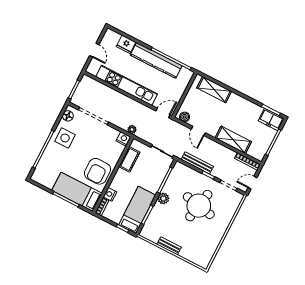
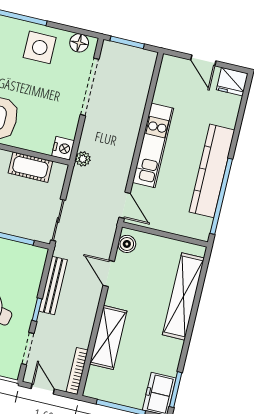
fridge: (126, 44) -> (232, 82), moved, turned -90
door: (94, 50) -> (203, 60), hinge flipped
kitchen unit: (127, 85) -> (153, 145), width x0.73
shelving: (214, 90) -> (183, 296), width x1.47
door: (198, 131) -> (109, 273), hinge flipped

